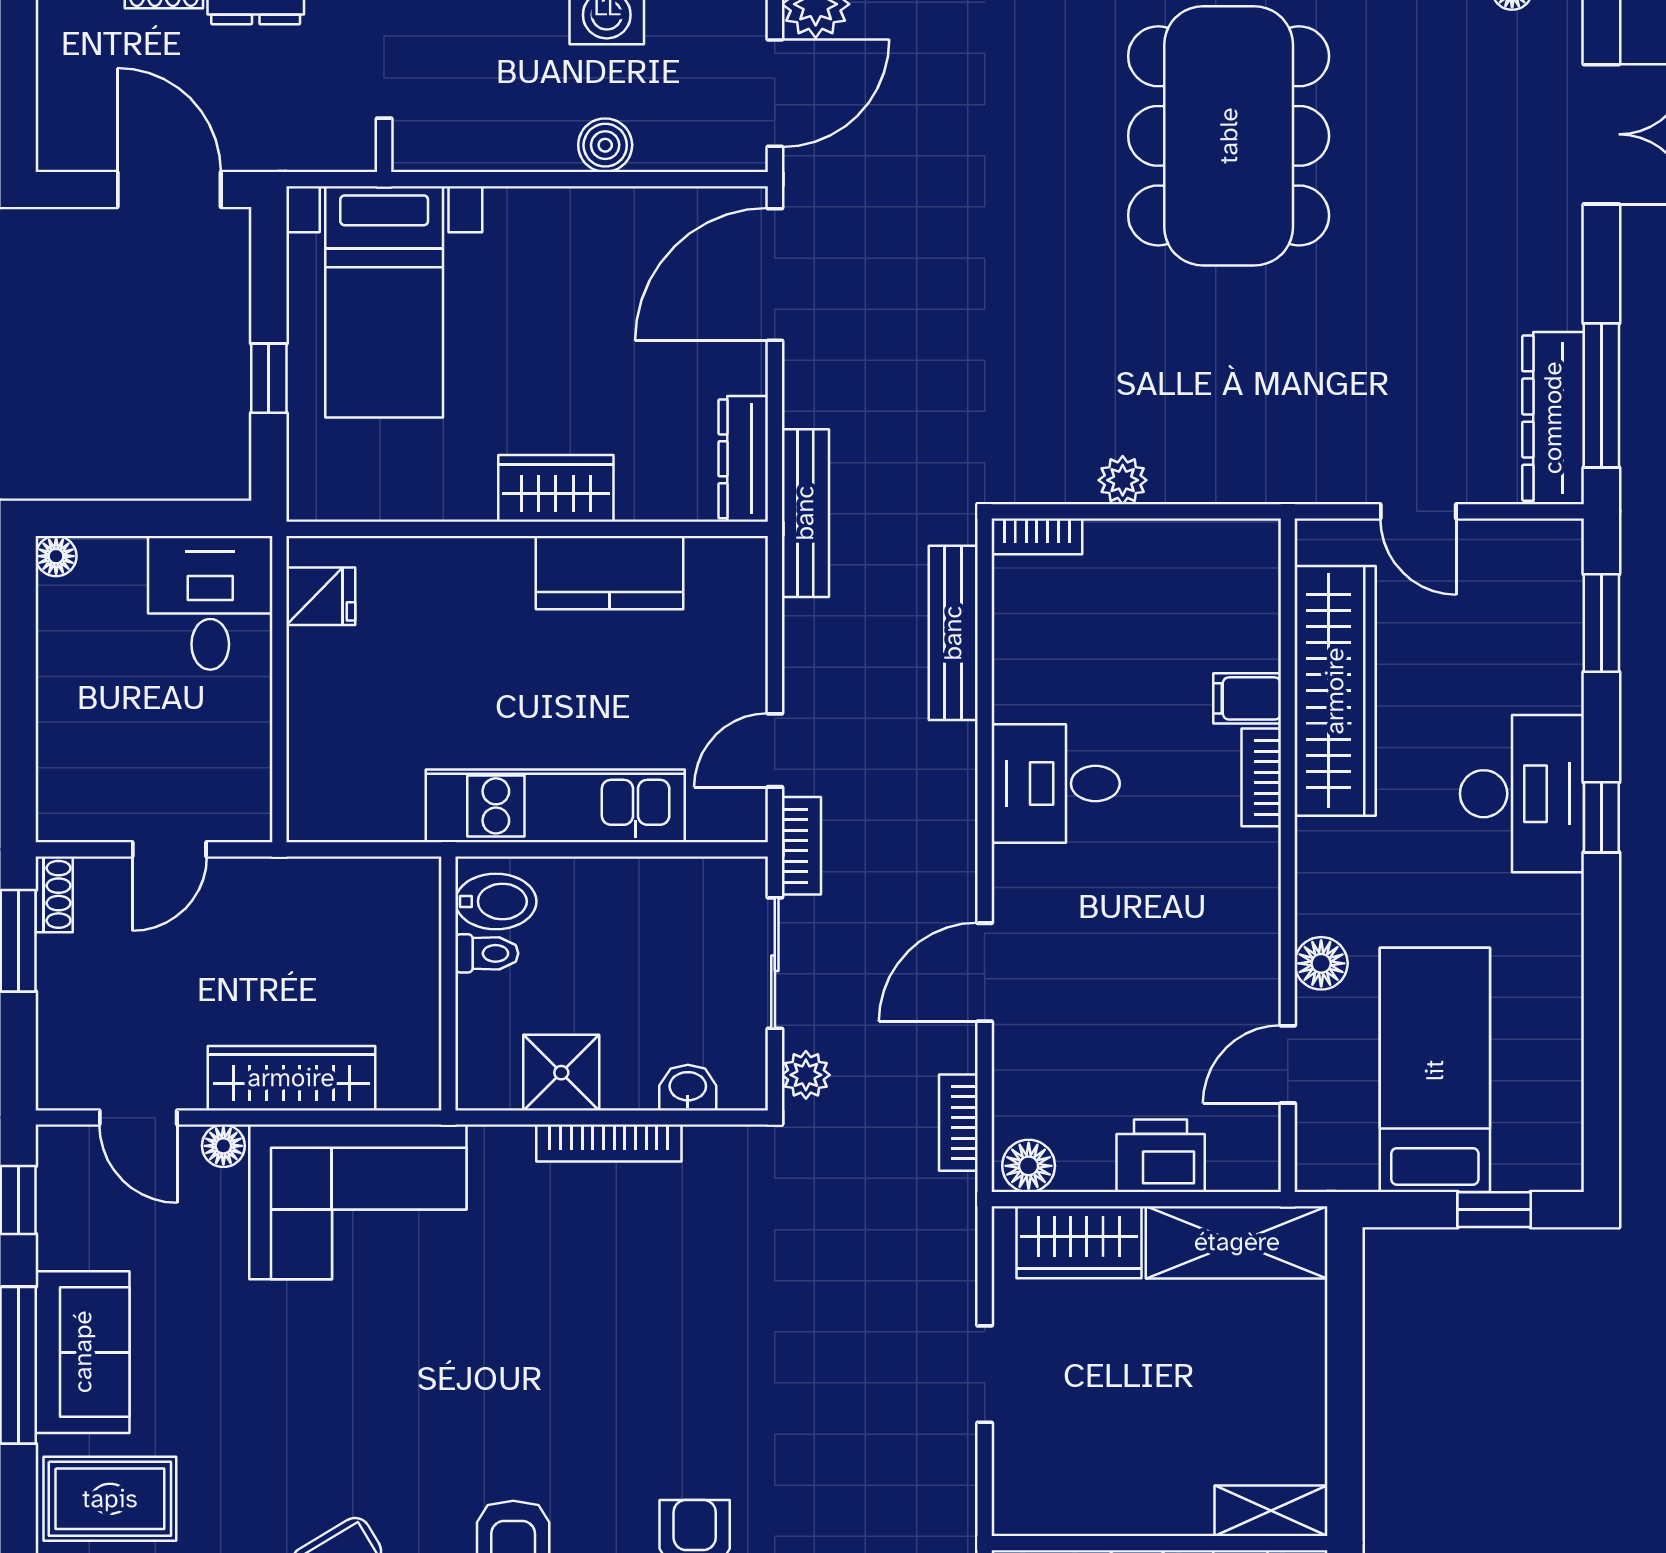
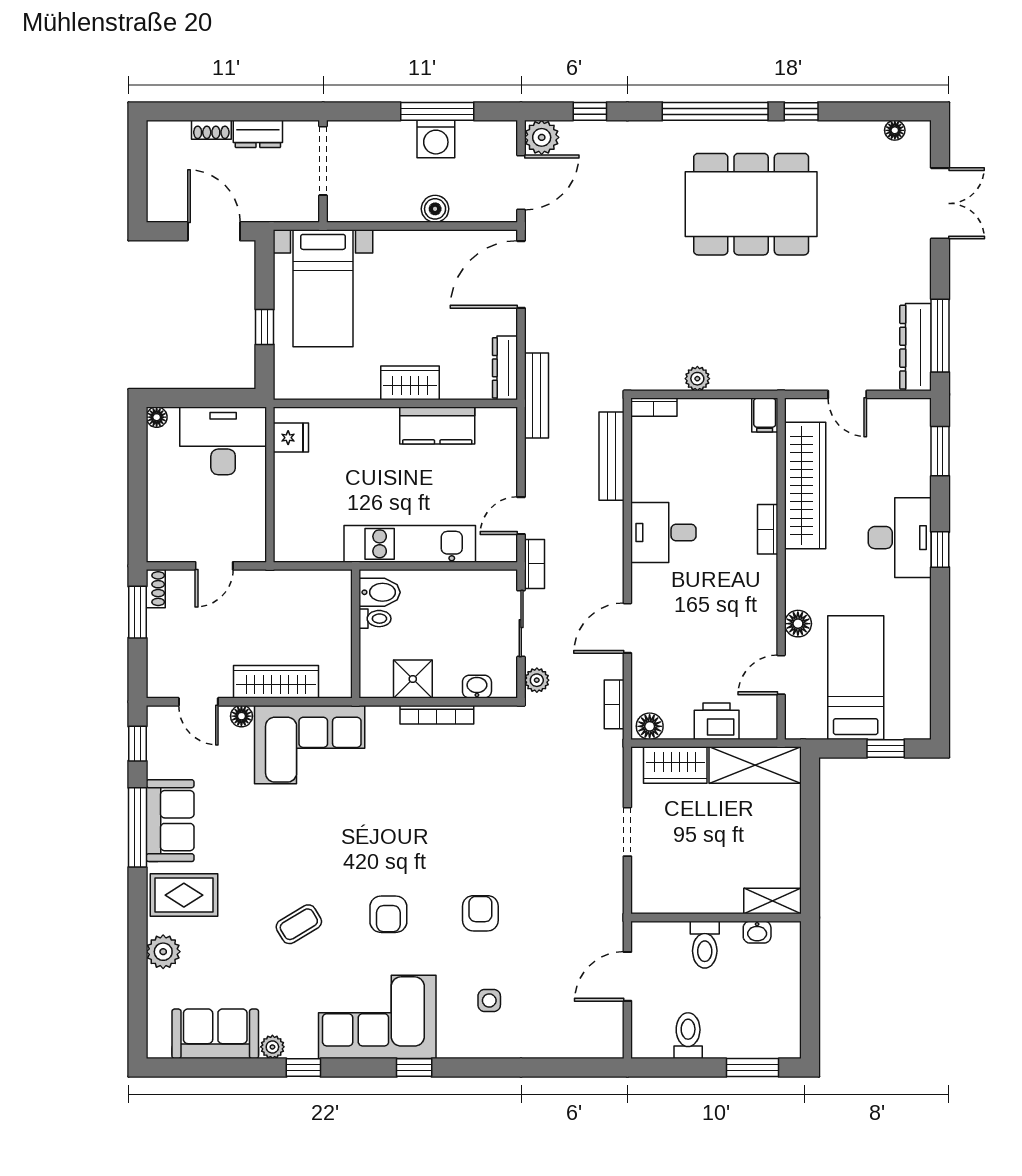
dining table: (1229, 136) -> (751, 204), turned 90
desk: (210, 603) -> (223, 441), width x1.37
filing cabinet: (1247, 698) -> (765, 415), moved, turned -90

